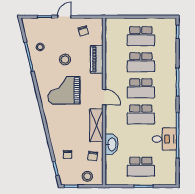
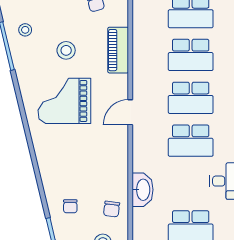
door: (104, 97) -> (130, 112), swing flipped
shelving: (96, 125) -> (118, 159), removed

